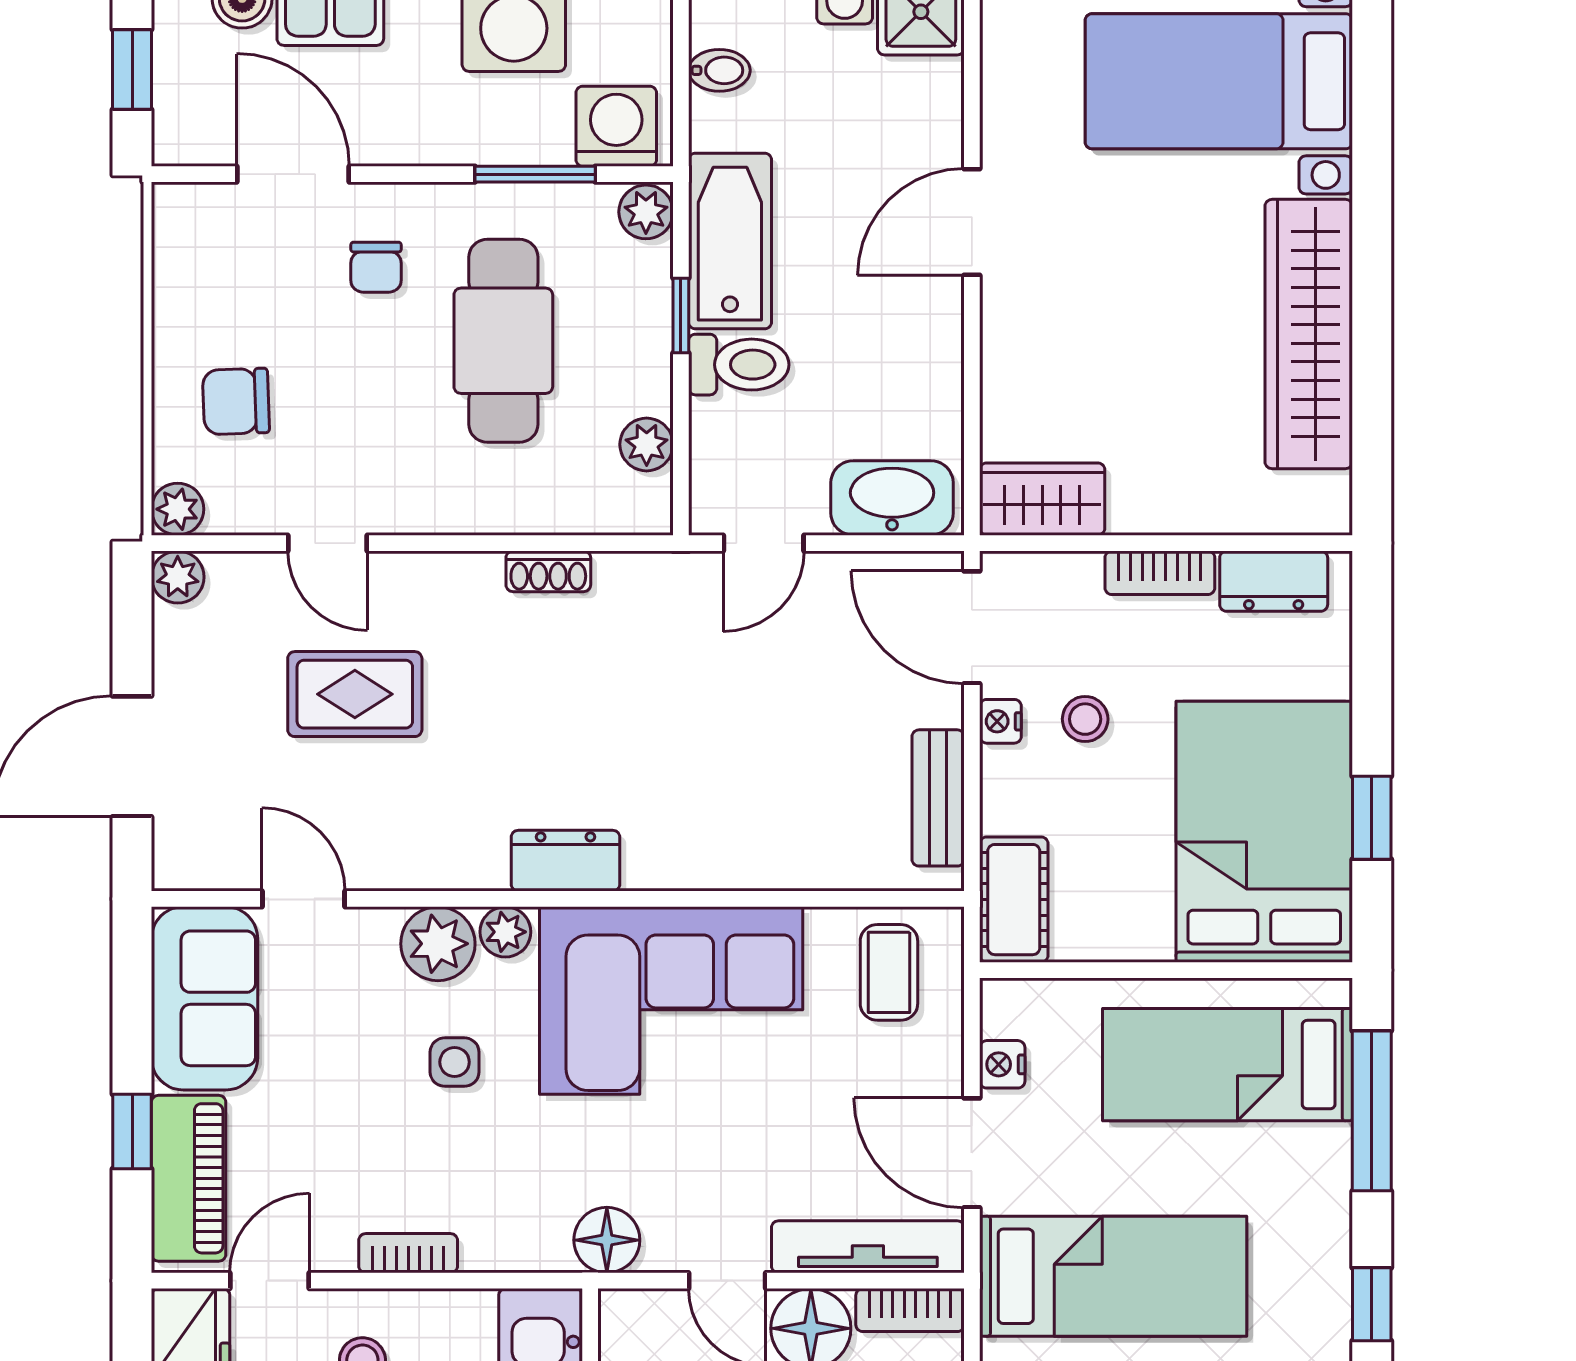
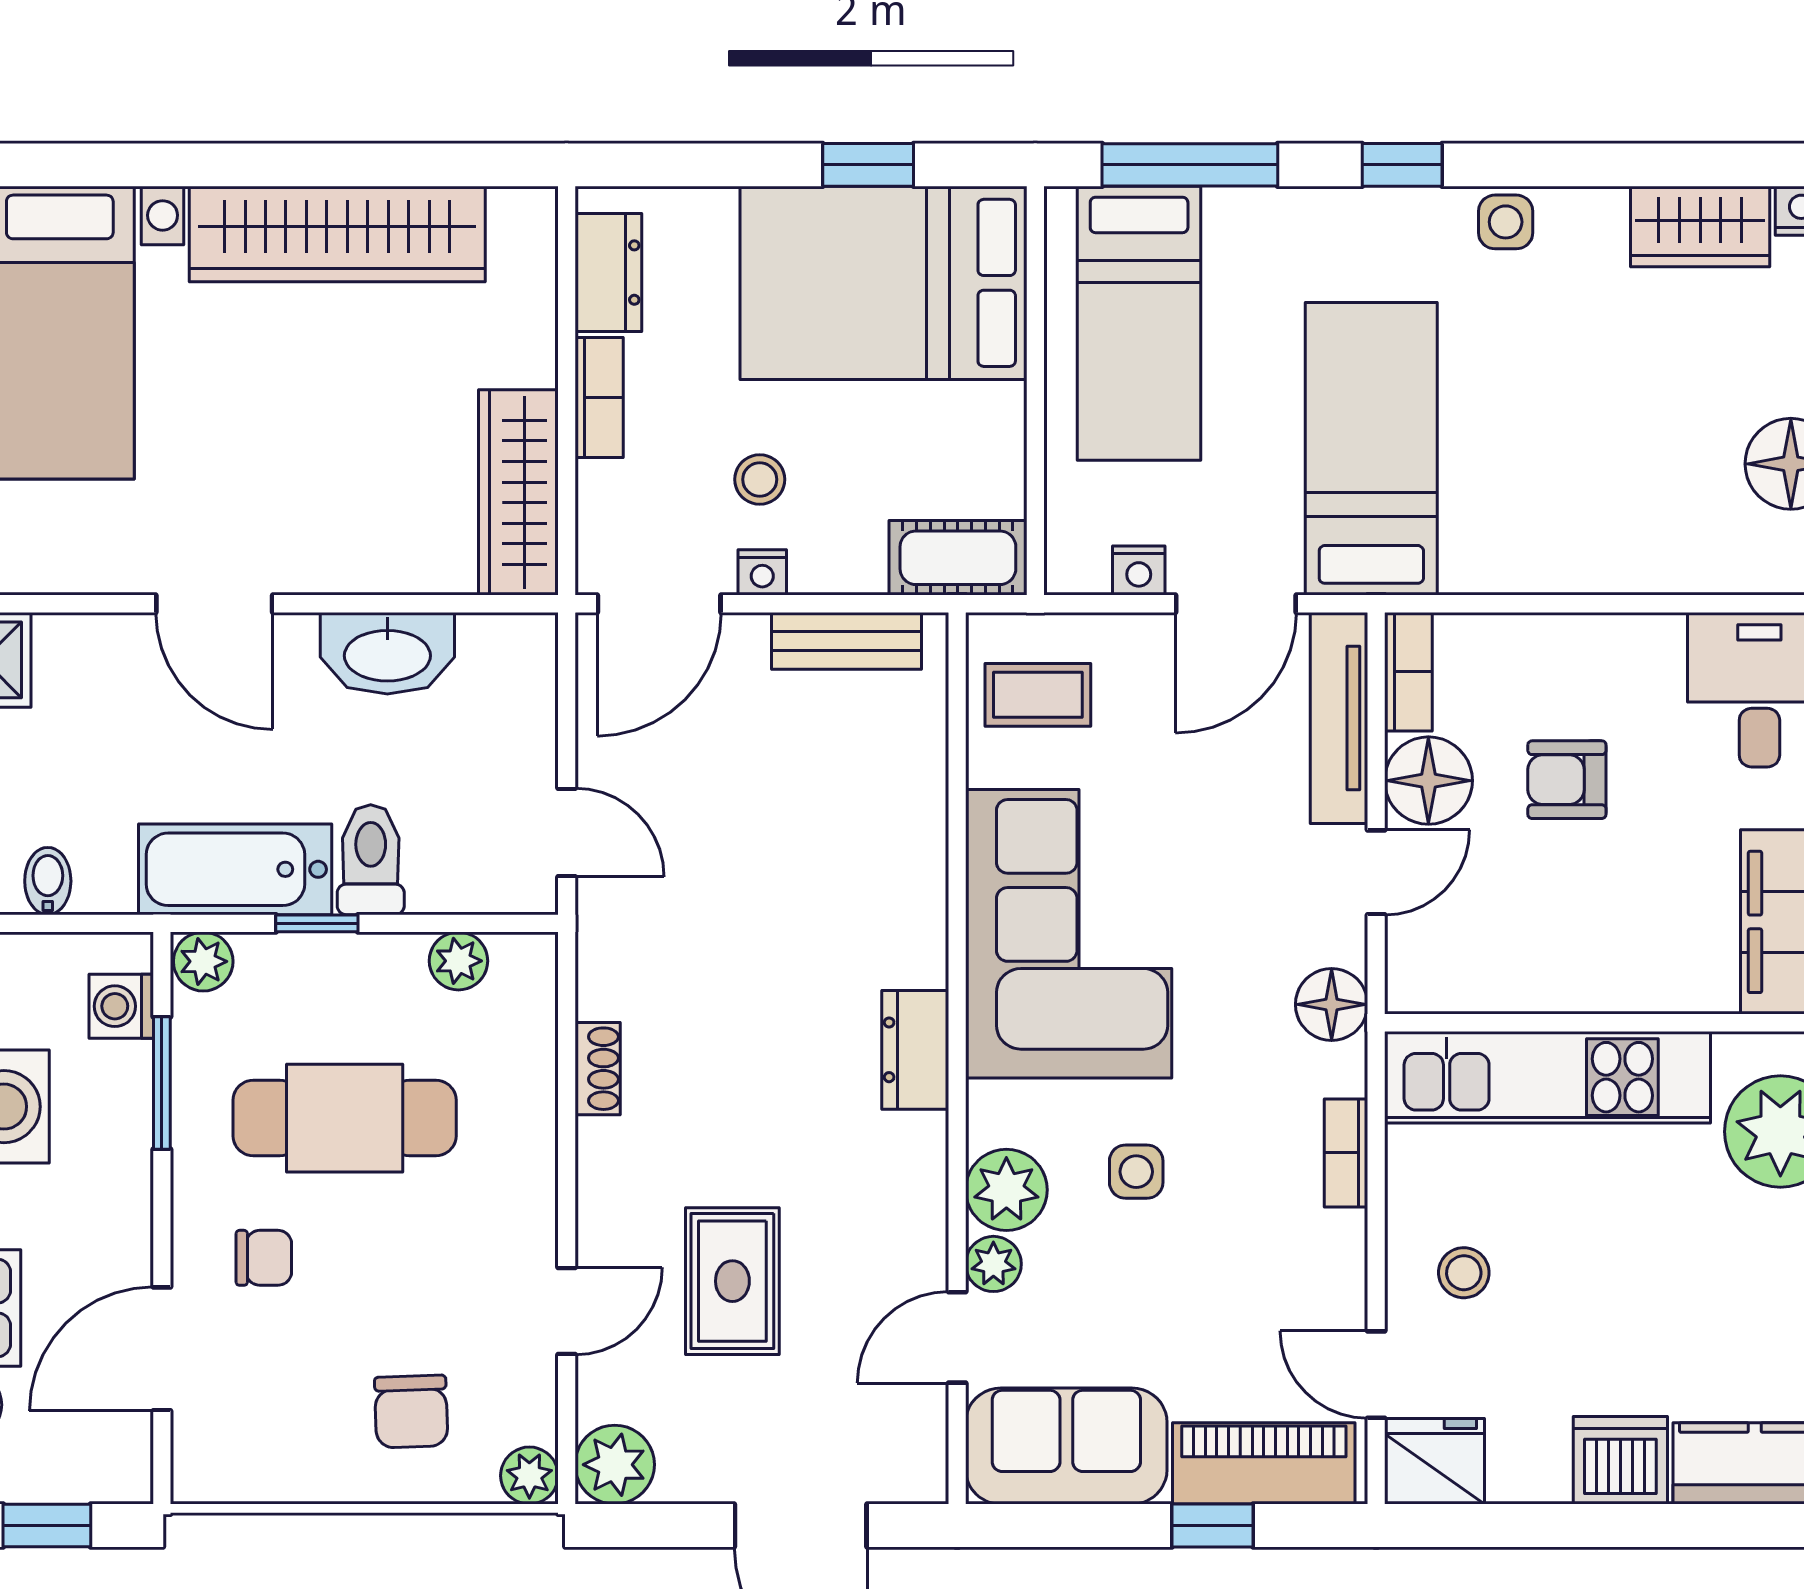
washing machine: (616, 126) -> (121, 1006), width x0.73, depth x0.73
washbasin: (892, 498) -> (387, 653), moved, turned -90
wardrobe: (1042, 499) -> (518, 492), width x1.50
plant: (178, 577) -> (615, 1465), width x1.38, depth x1.38
plant: (505, 932) -> (993, 1264), moved
bookcase: (408, 1253) -> (1346, 1153), moved

